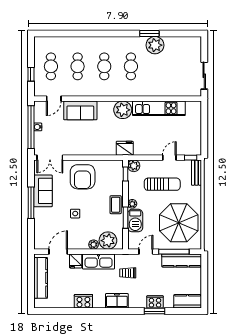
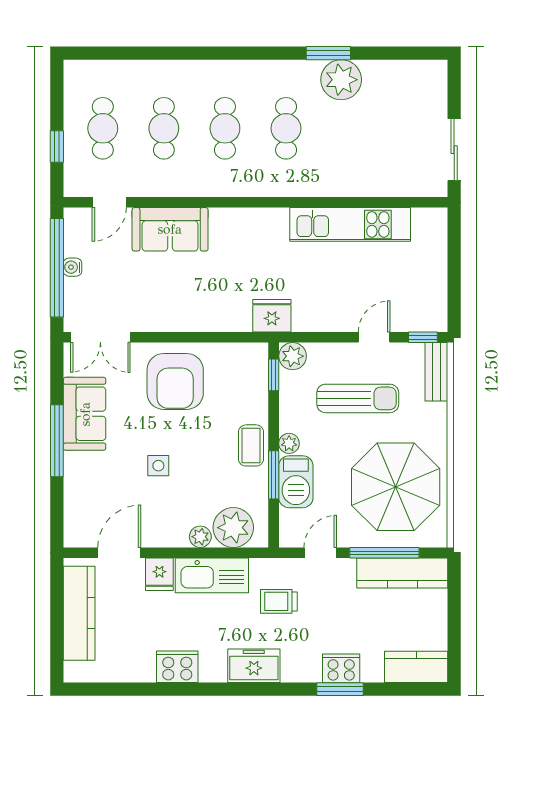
plant: (123, 110) -> (267, 228), removed

